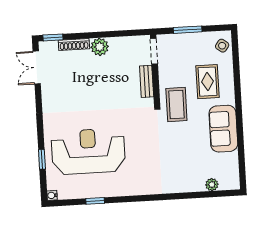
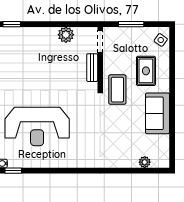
shoe rack: (74, 45) -> (30, 31), removed
plant: (100, 47) -> (66, 35), moved
reception desk: (88, 151) -> (37, 126), turned 180
window: (95, 201) -> (13, 171), moved

